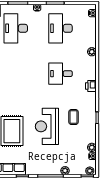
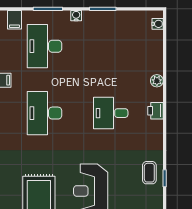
desk: (61, 28) -> (45, 113), moved
printer: (91, 86) -> (155, 111), moved
coffee table: (74, 117) -> (149, 173), moved

